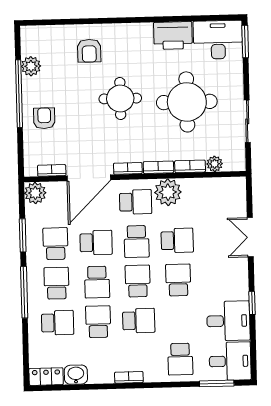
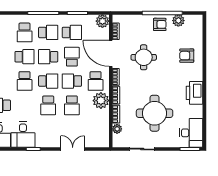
printer: (173, 36) -> (195, 93), moved
round table: (120, 98) -> (144, 57), moved
armchair: (44, 118) -> (160, 24), moved
school desk: (96, 243) -> (72, 57), turned 180
school desk: (178, 280) -> (48, 105), turned 90

